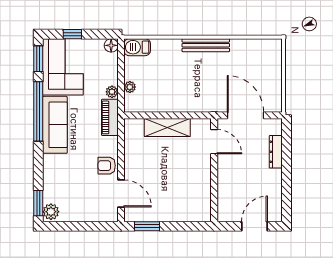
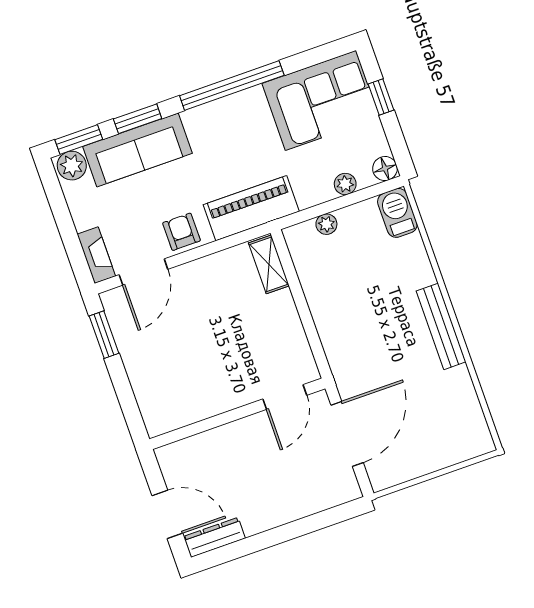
window: (38, 59) -> (138, 119), moved
plant: (112, 92) -> (345, 184), moved
piano: (110, 117) -> (251, 208), width x1.37, depth x1.33
sofa: (55, 125) -> (138, 150), moved
shelving: (167, 128) -> (269, 264), moved, width x0.67, depth x0.75
dresser: (276, 152) -> (214, 537), moved
fireplace: (103, 215) -> (96, 255), added

